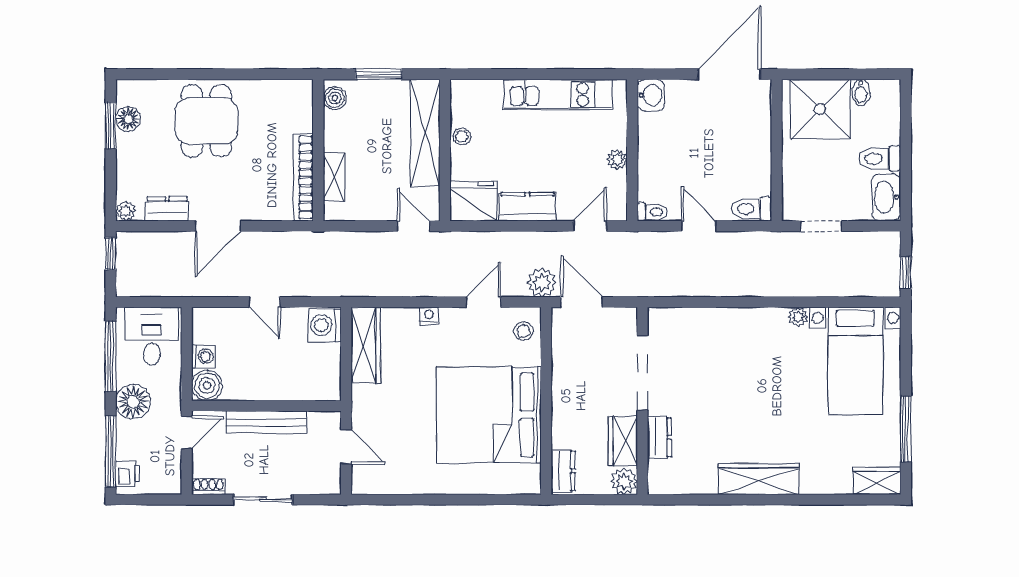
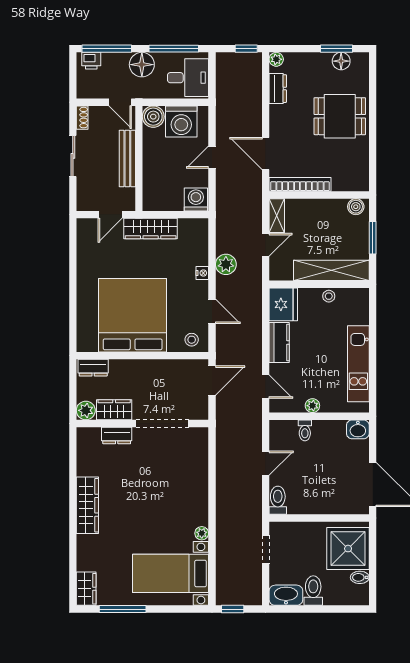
shelving: (334, 177) -> (277, 216), moved, turned 90
toilet: (652, 212) -> (305, 430), moved
door: (218, 226) -> (266, 154), moved
door: (414, 226) -> (266, 245), moved
plant: (542, 282) -> (226, 264), moved
wardrobe: (366, 345) -> (151, 229), moved
washing machine: (203, 356) -> (181, 121), width x1.89, depth x1.89

